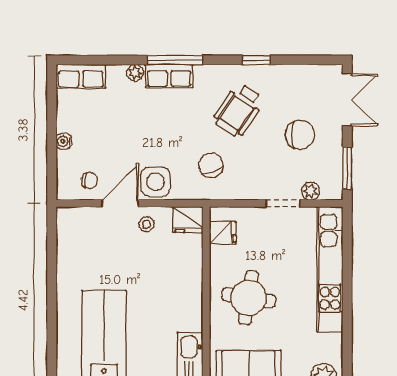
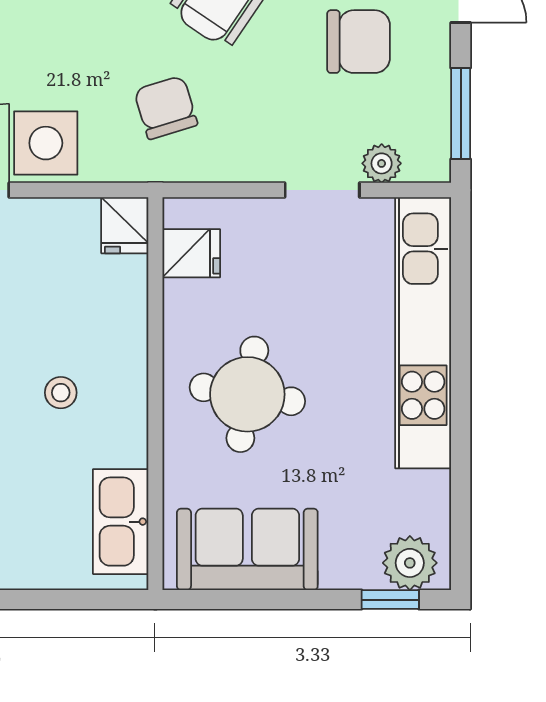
fridge: (188, 220) -> (125, 225), width x0.72
stool: (147, 224) -> (61, 393), moved

